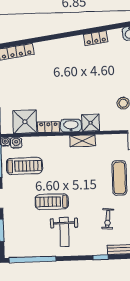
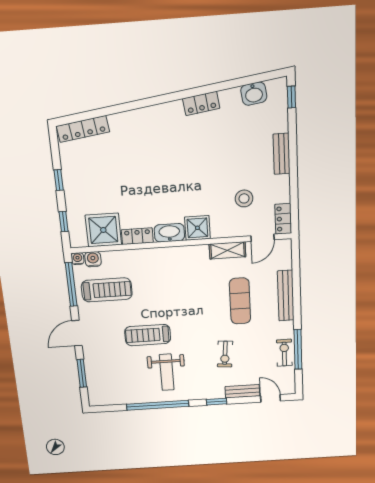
shelving: (83, 141) -> (227, 250), moved
window: (32, 259) -> (158, 405), moved

